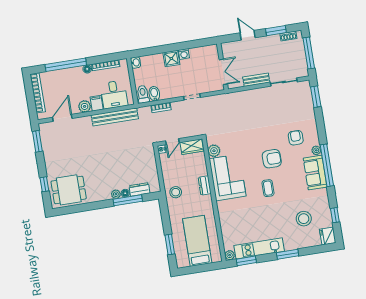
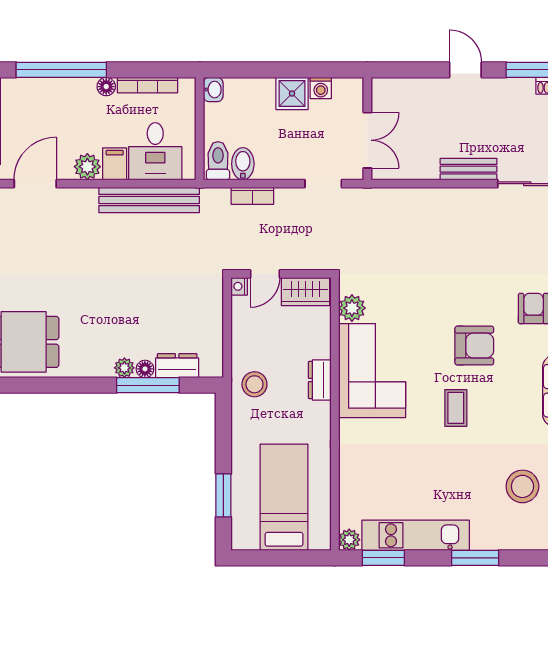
wall: (222, 67) -> (367, 129), moved
double door: (223, 72) -> (367, 140), moved

